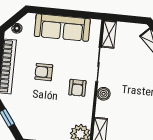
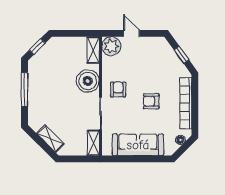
armchair: (44, 72) -> (151, 101), turned 180
boiler: (104, 94) -> (88, 81), width x1.86, depth x1.86

